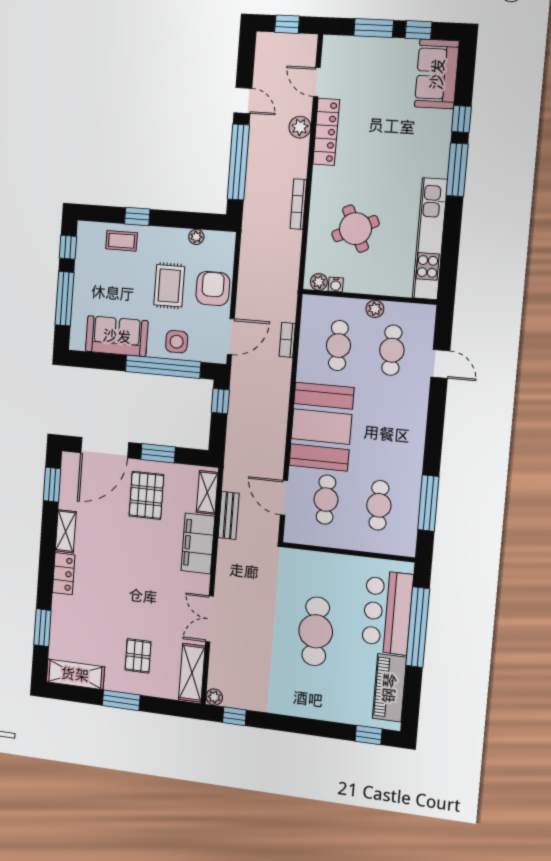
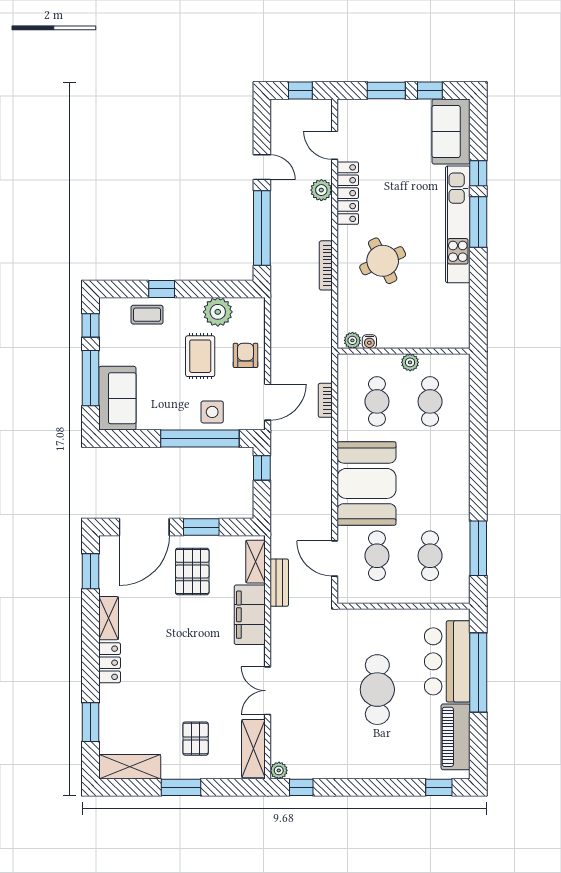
round table: (356, 229) -> (383, 261), moved
plant: (196, 237) -> (218, 312), width x1.87, depth x1.87
kitchen unit: (430, 239) -> (458, 224), moved
armchair: (213, 288) -> (246, 355), width x0.72, depth x0.72
sofa: (117, 336) -> (117, 398), moved, turned 90
door: (440, 364) -> (478, 411), removed

